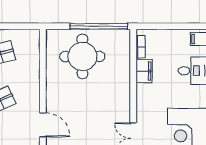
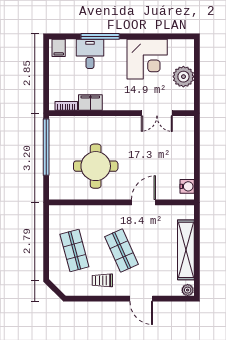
round table: (82, 56) -> (96, 166), moved

